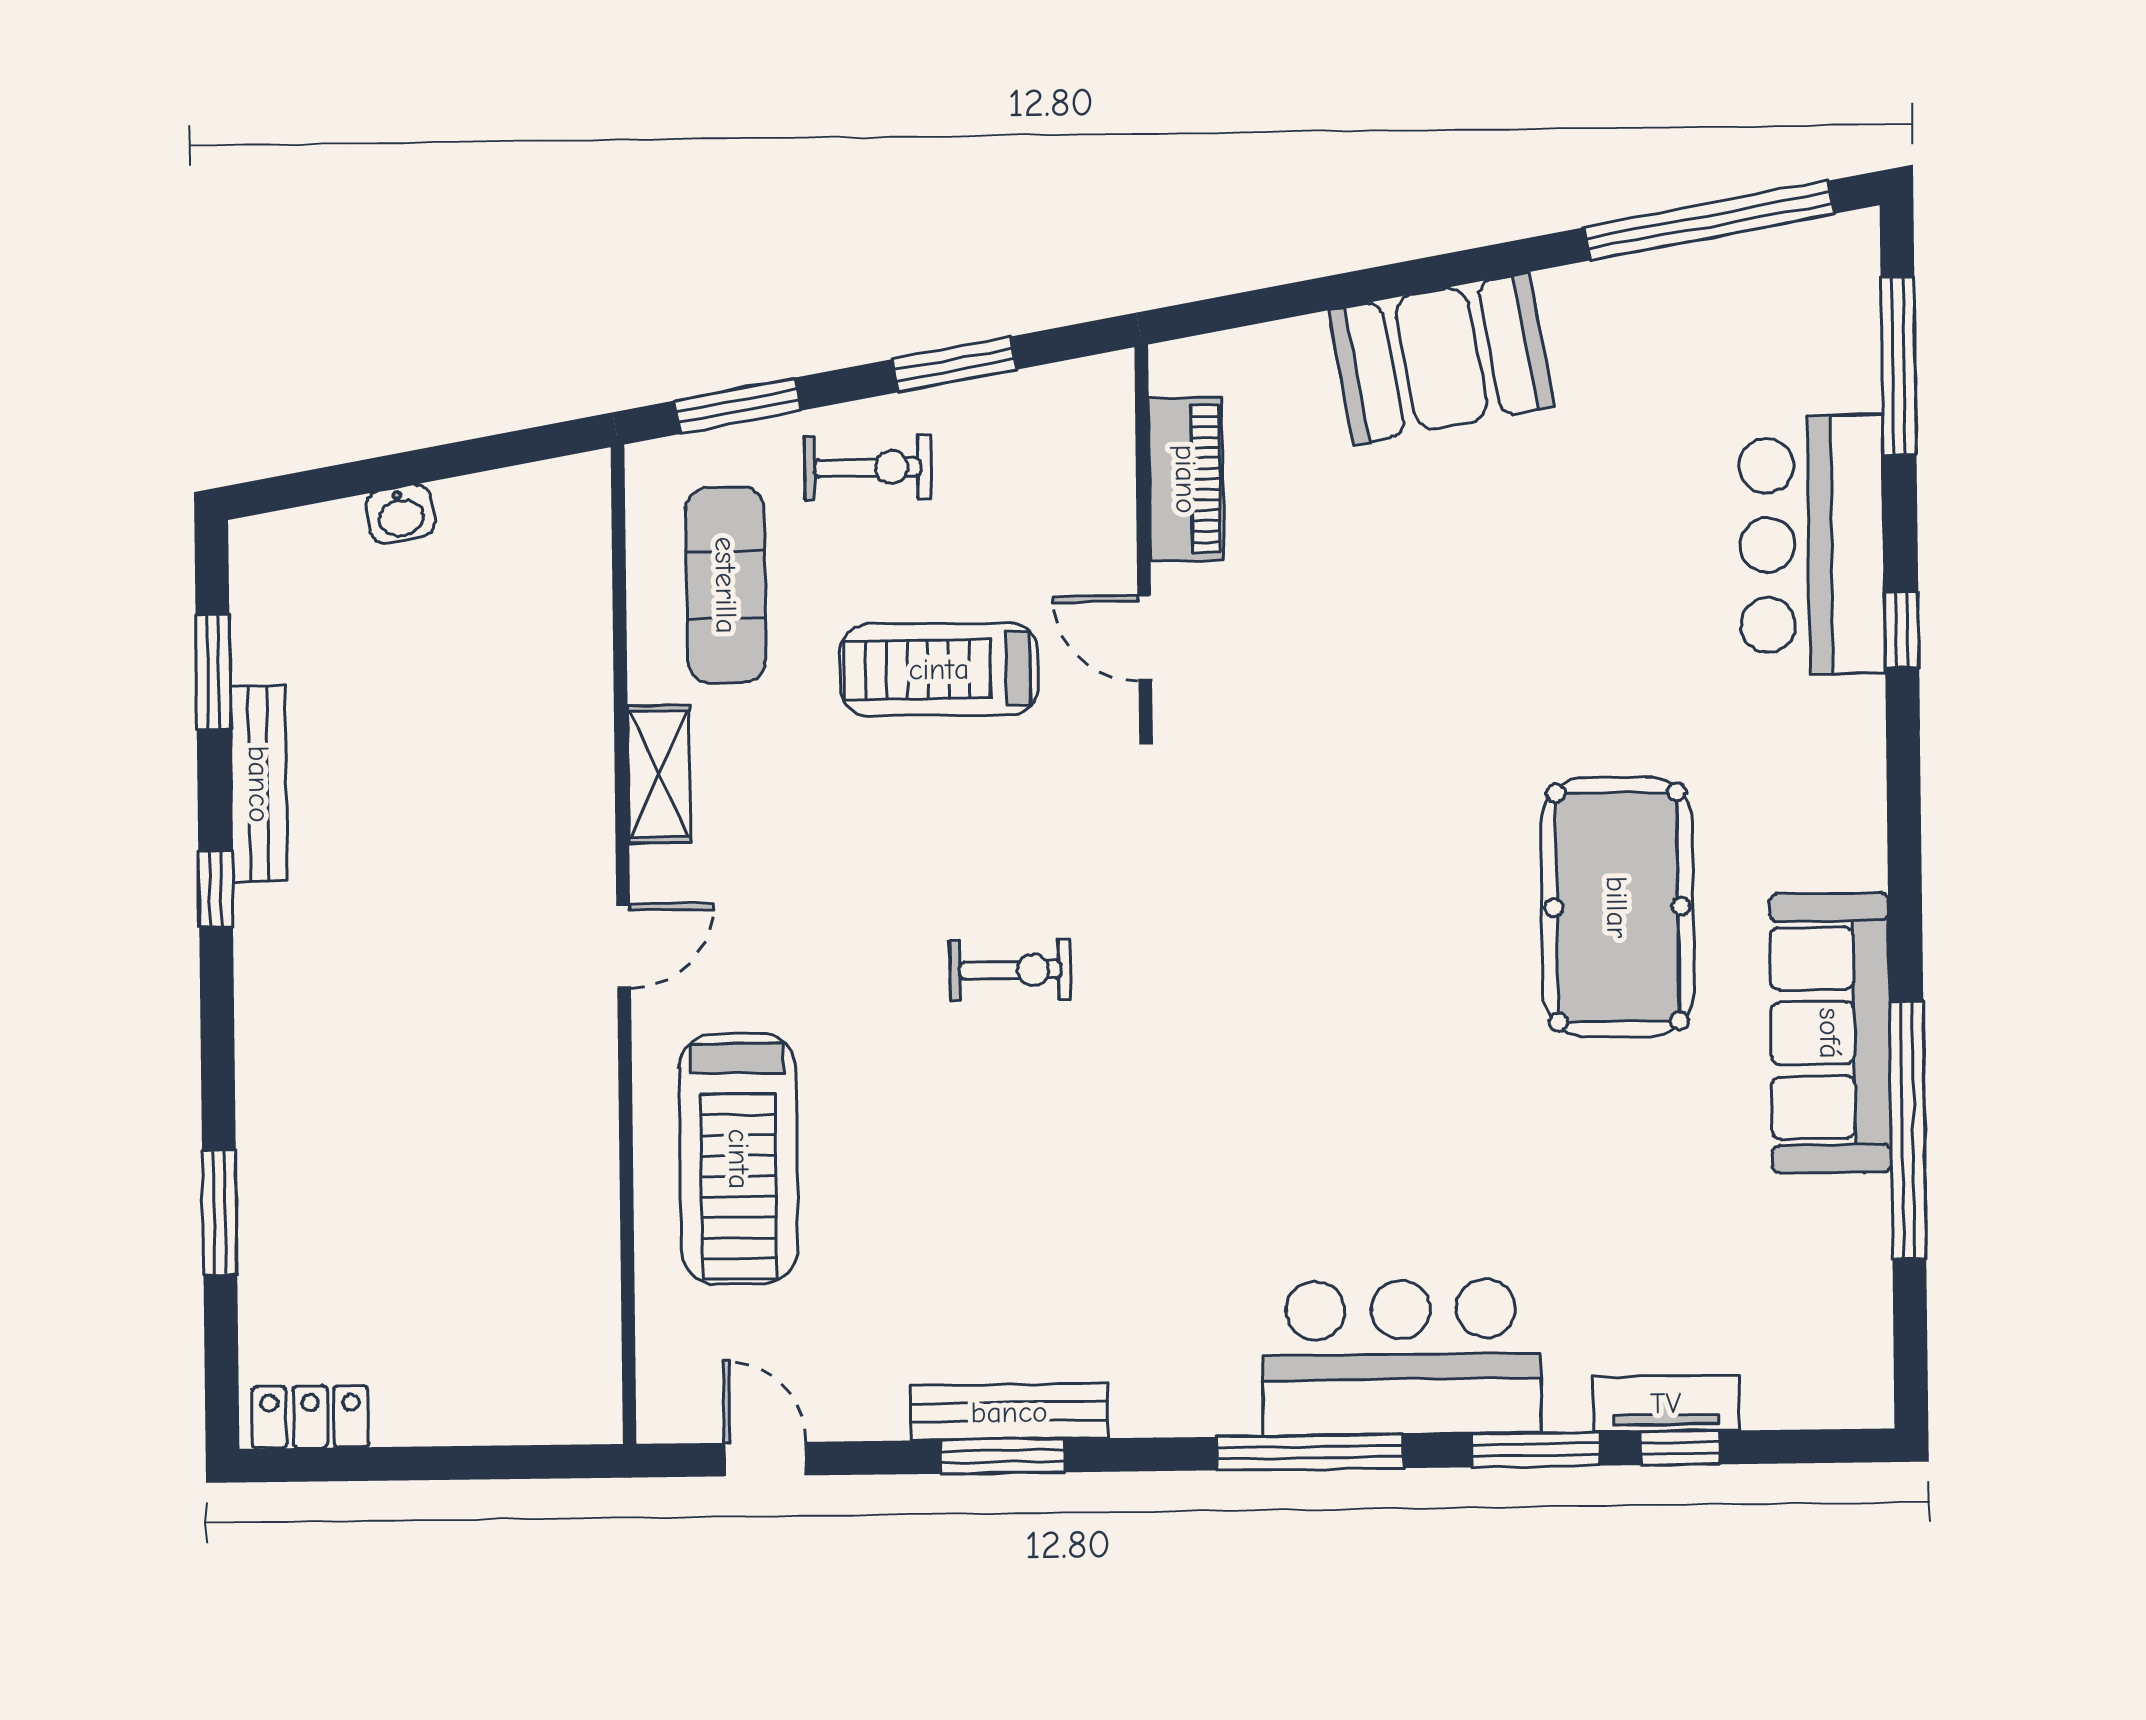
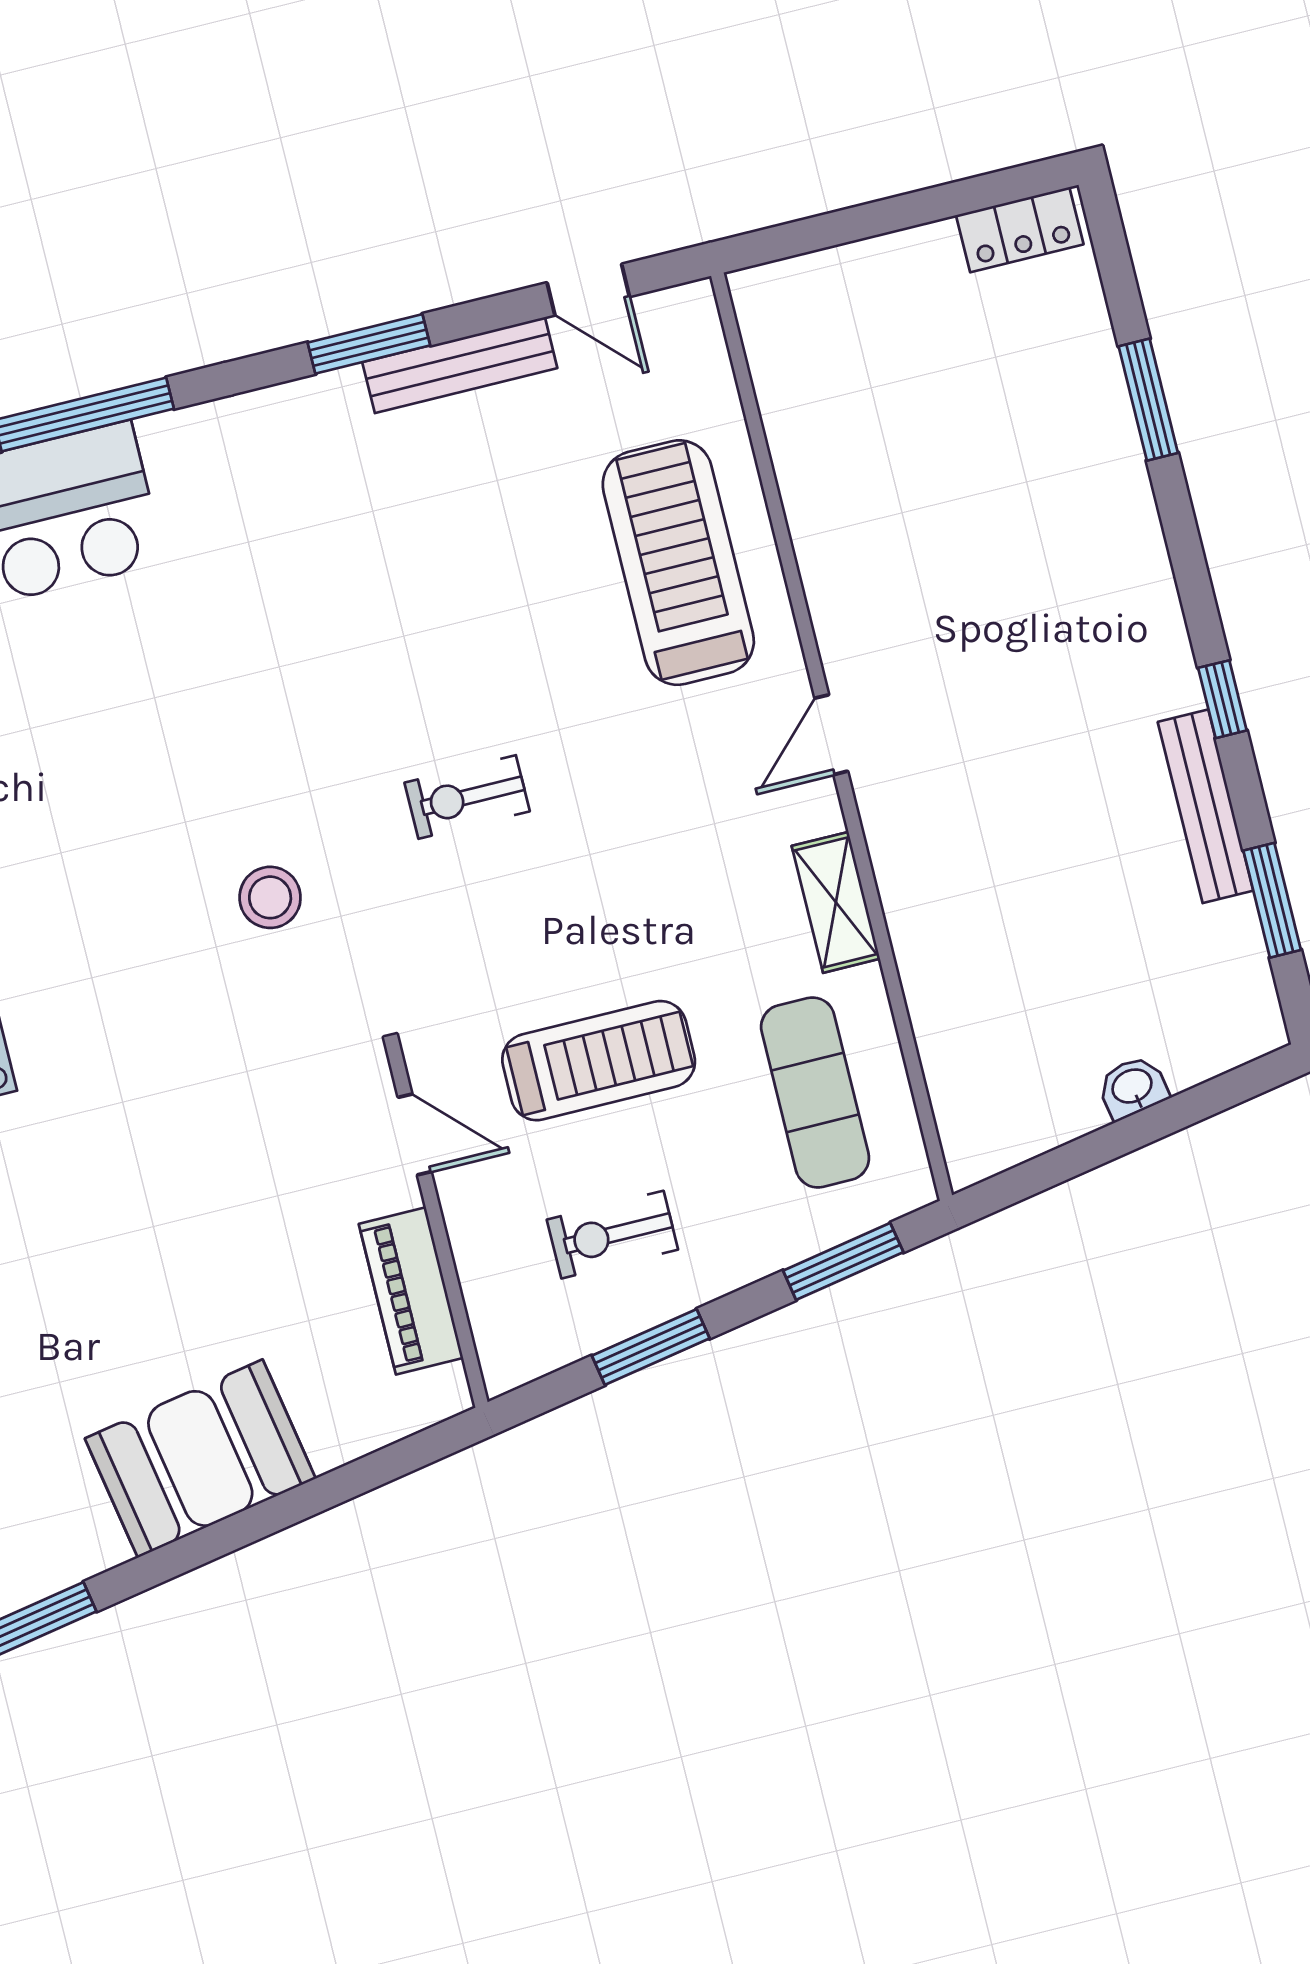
exercise bike: (868, 468) -> (612, 1235), moved
stool: (1236, 915) -> (270, 897), added
bench: (1009, 1412) -> (460, 365), moved

